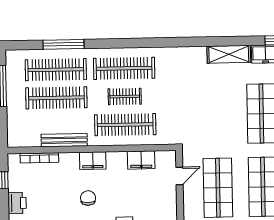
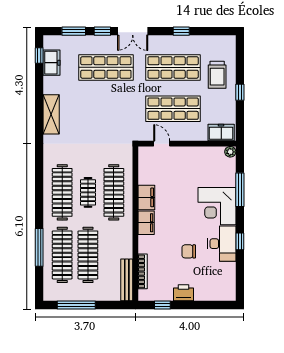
shelving: (229, 54) -> (51, 114), moved
bench: (64, 140) -> (127, 280), moved
filing cabinet: (141, 160) -> (146, 197), moved
chair: (88, 198) -> (189, 251), moved

